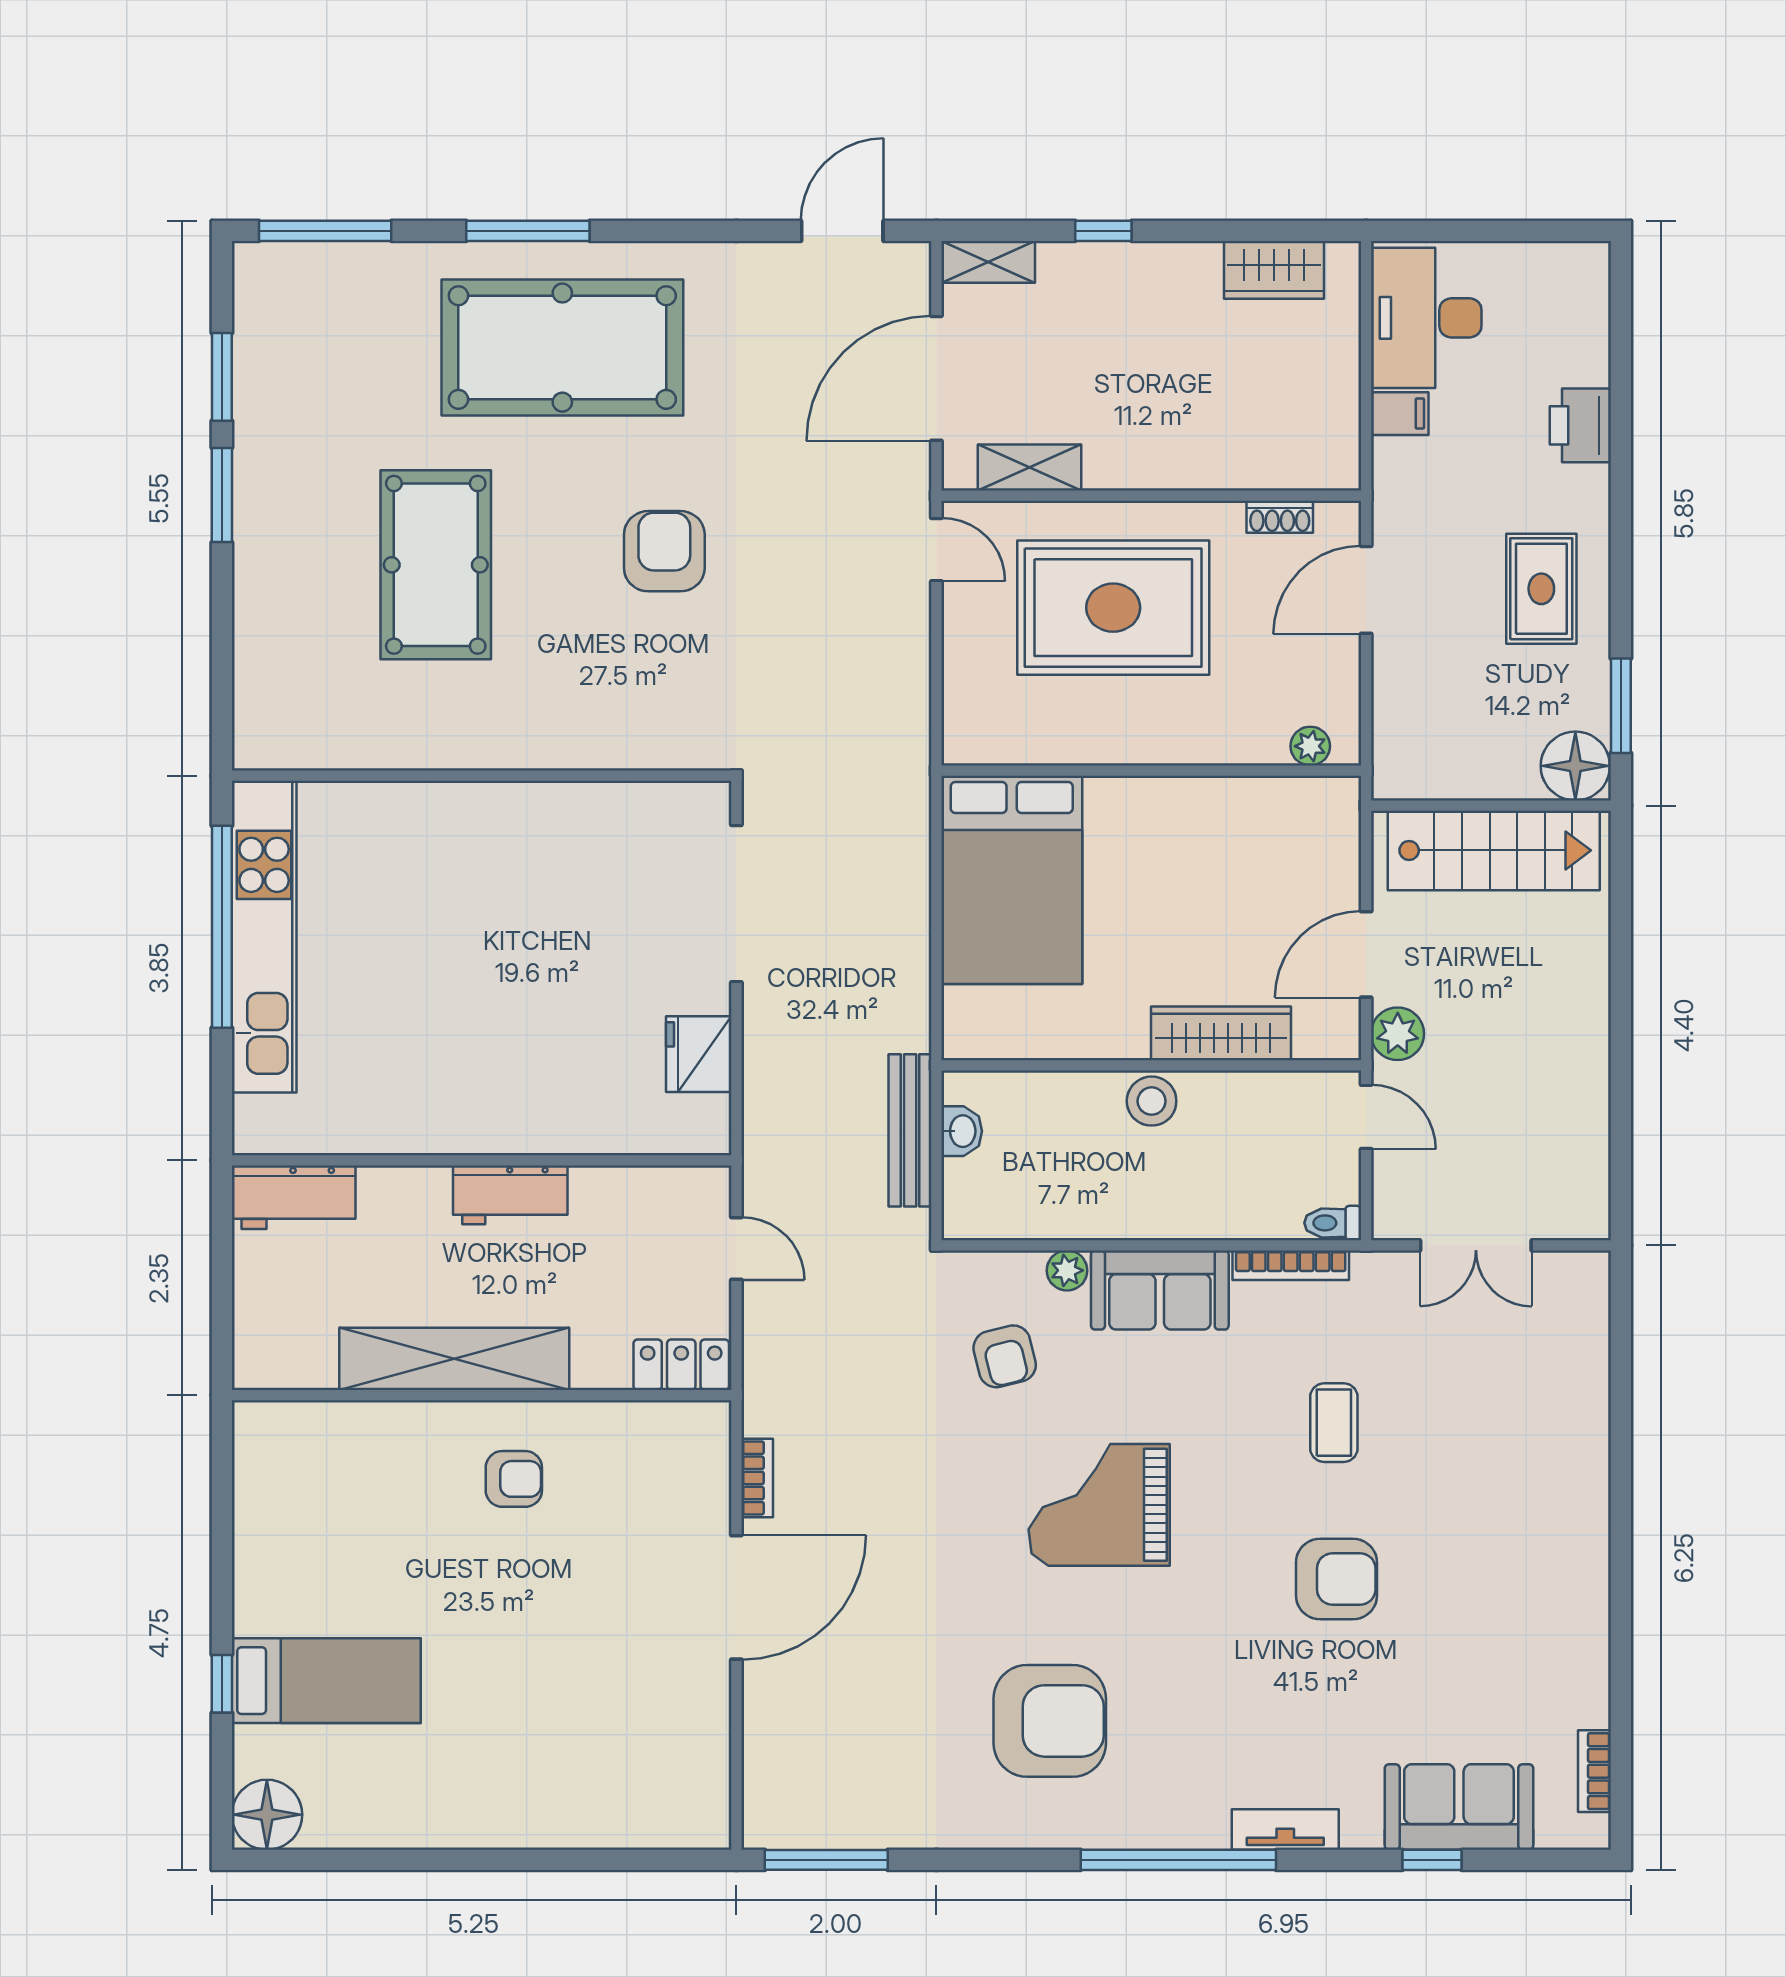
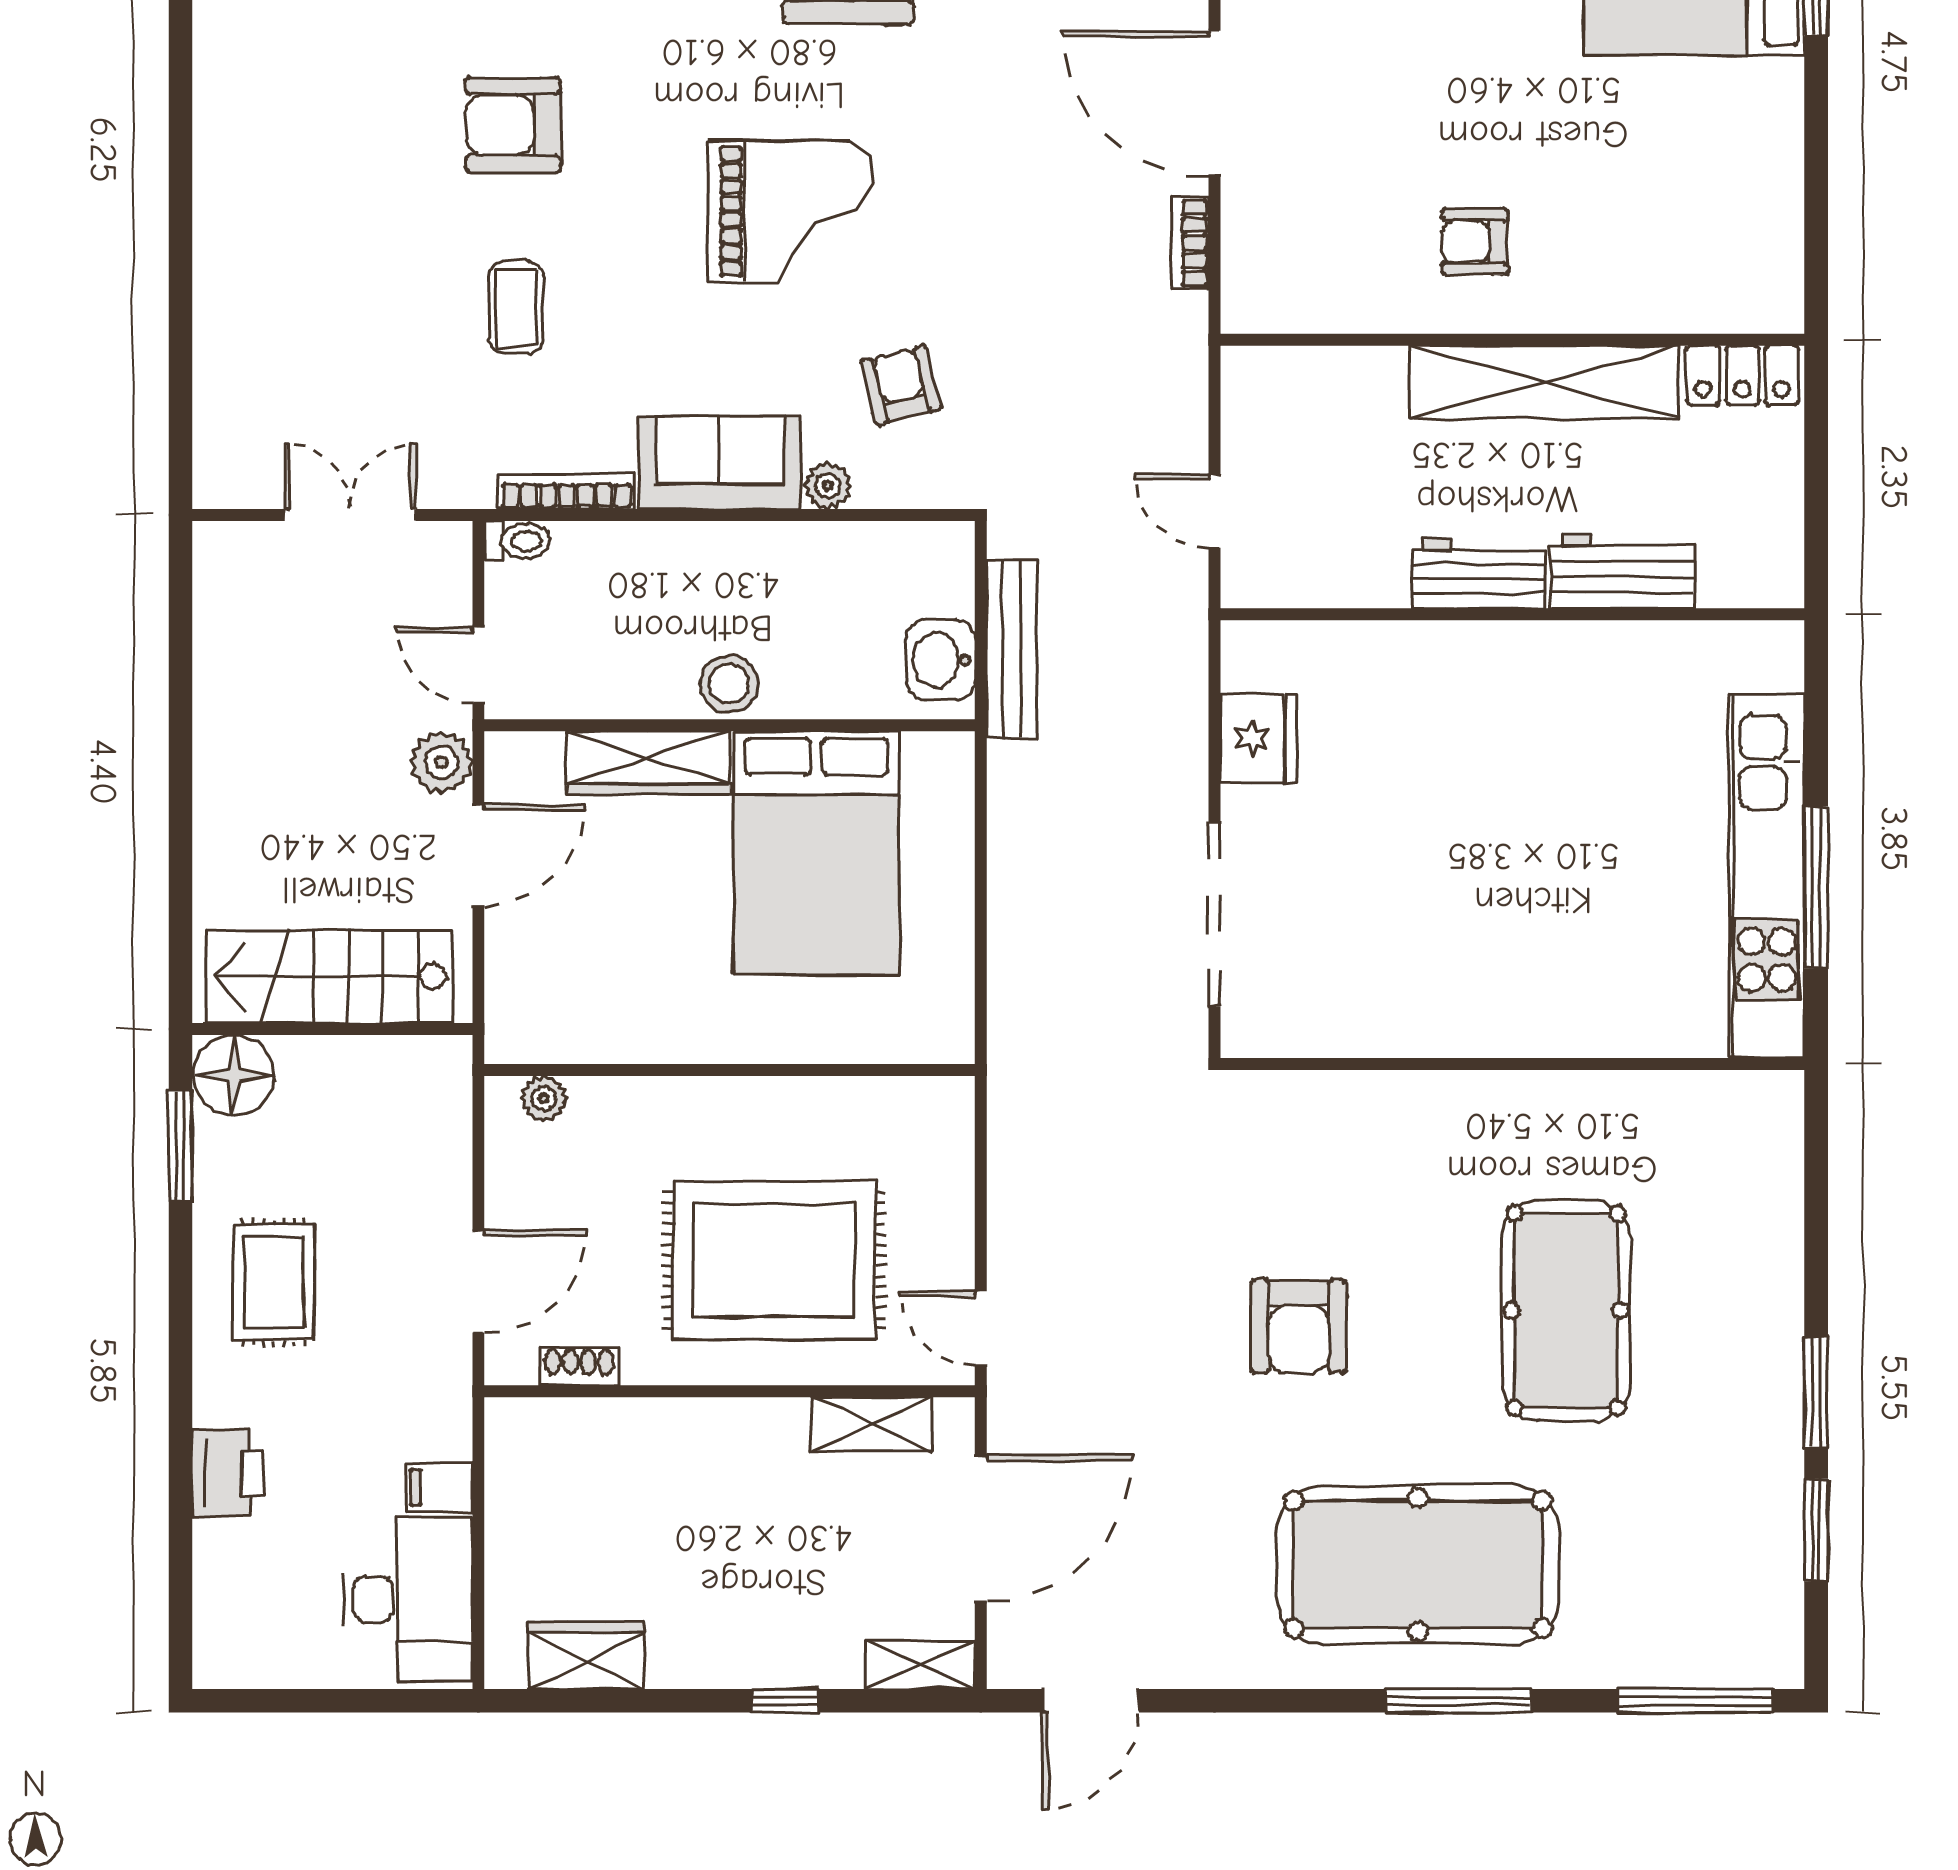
bed: (1012, 880) -> (817, 853), moved, turned 180
window: (222, 927) -> (1816, 887), width x0.68
washbasin: (962, 1131) -> (941, 660), width x1.38, depth x1.45
workbench: (294, 1197) -> (1623, 571), moved
locker: (681, 1365) -> (1742, 375), moved
door: (736, 1597) -> (1214, 103), hinge flipped

